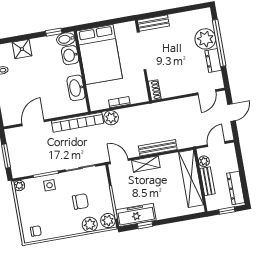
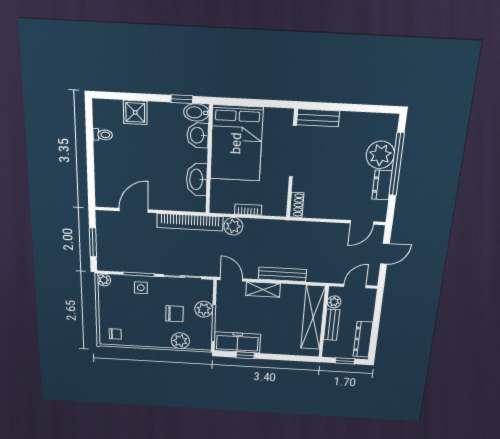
plant: (108, 221) -> (204, 309), moved

